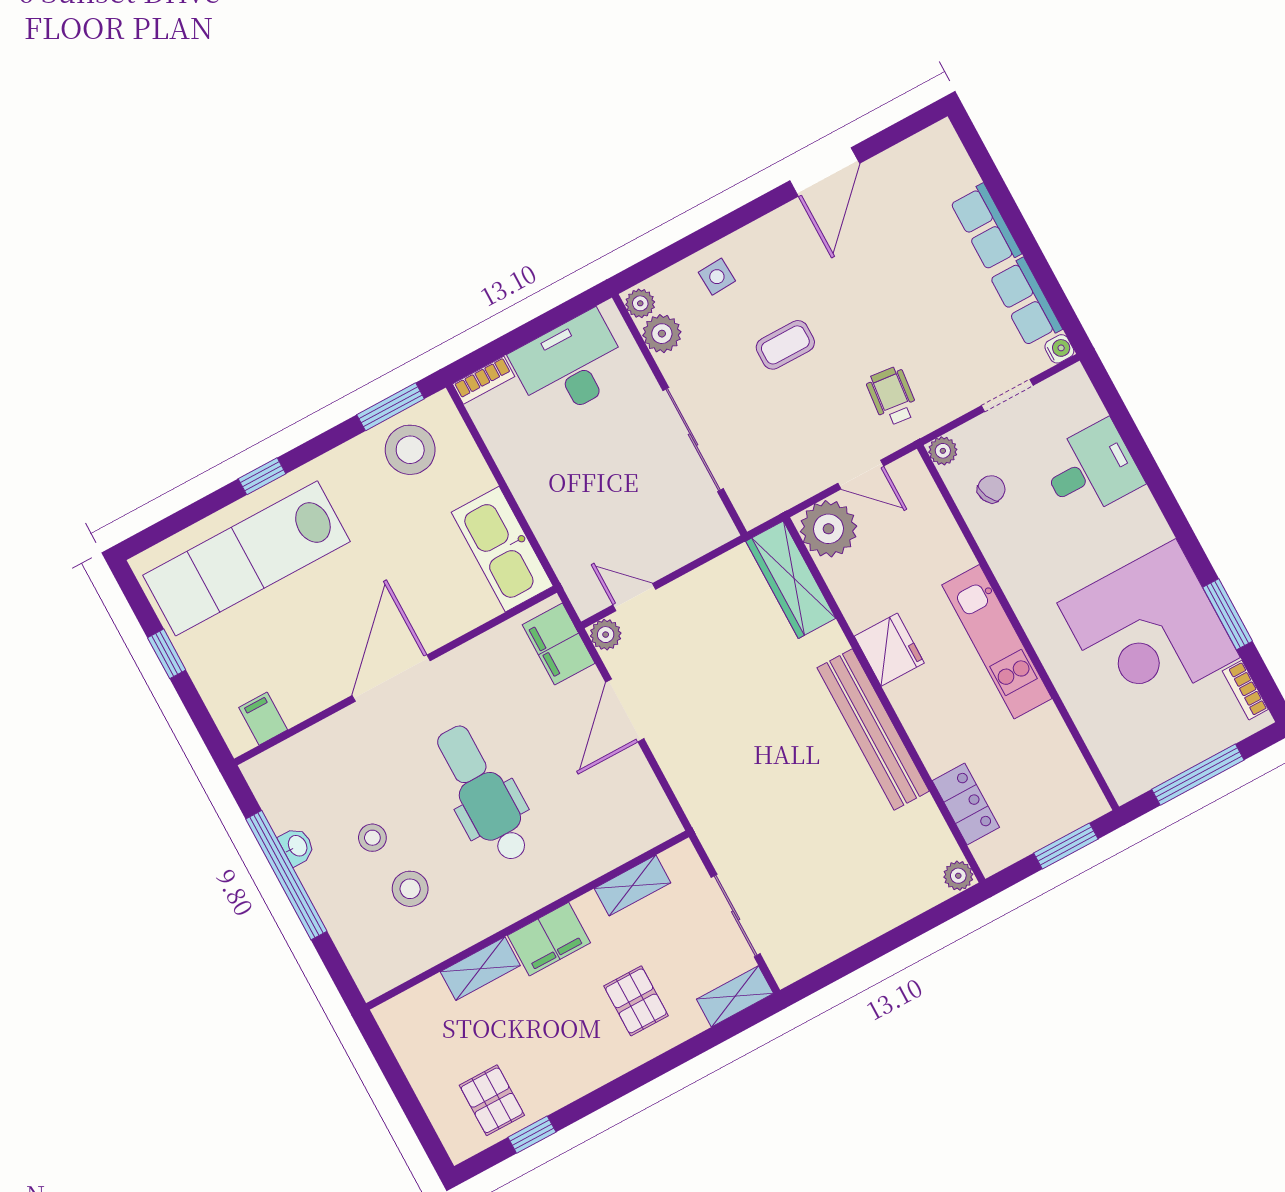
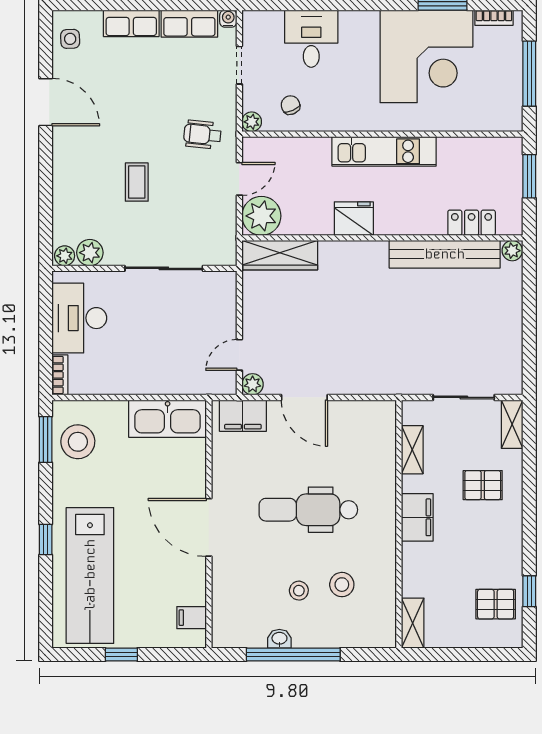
side table: (717, 277) -> (70, 39), moved
bench: (873, 729) -> (445, 254), moved
shelving: (480, 969) -> (413, 623), moved

